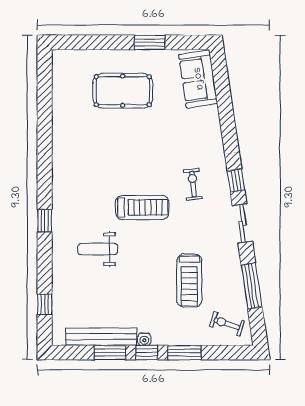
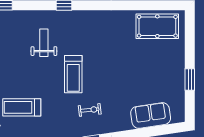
sofa: (198, 79) -> (151, 115), moved
pool table: (123, 91) -> (157, 26), moved, turned 90

